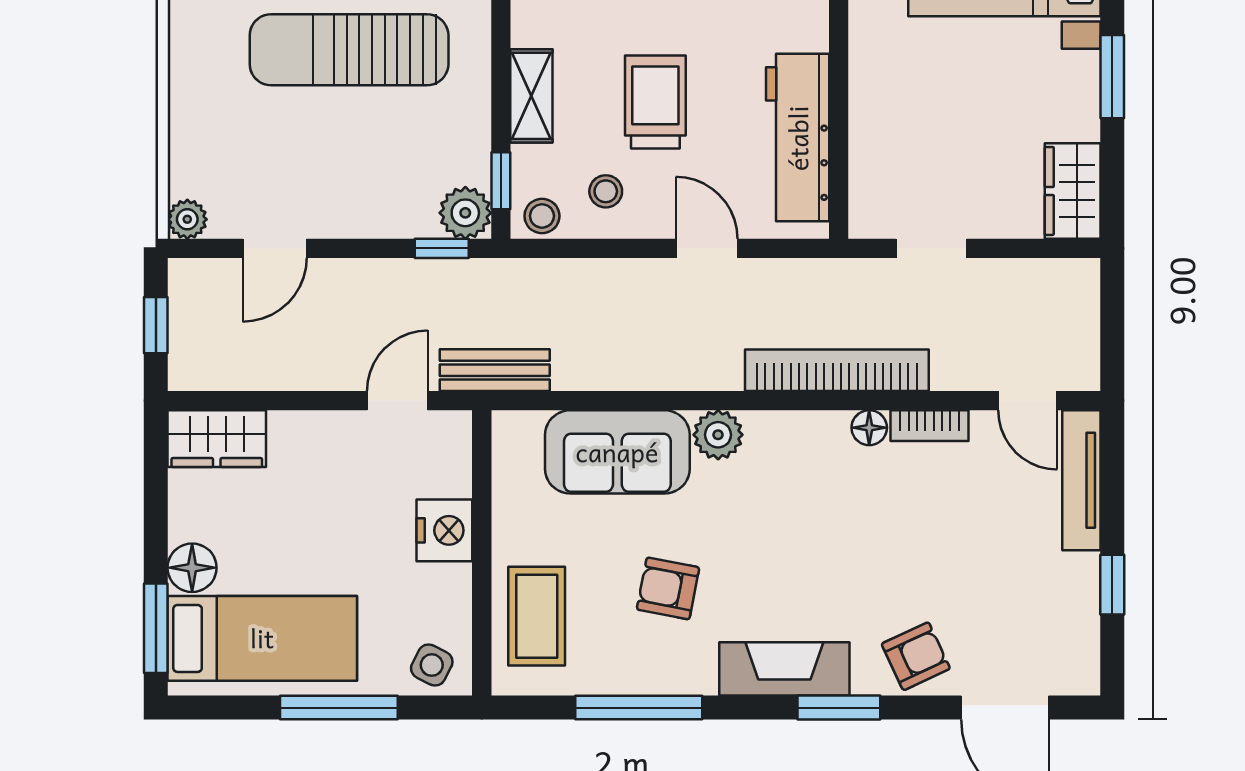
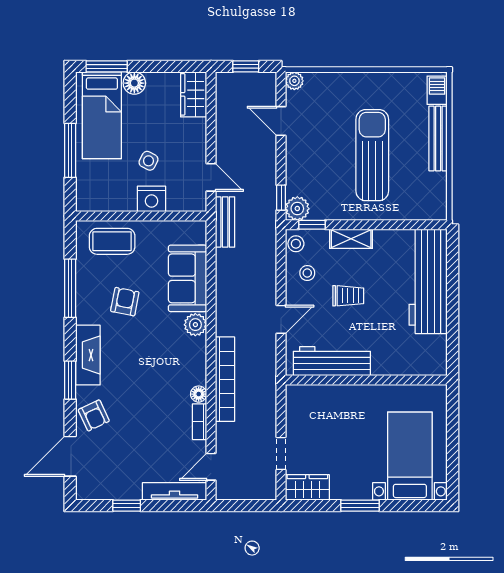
trolley: (655, 102) -> (348, 296), width x0.73, depth x0.72
doorway: (931, 248) -> (281, 453), moved
side table: (432, 665) -> (148, 161), moved

